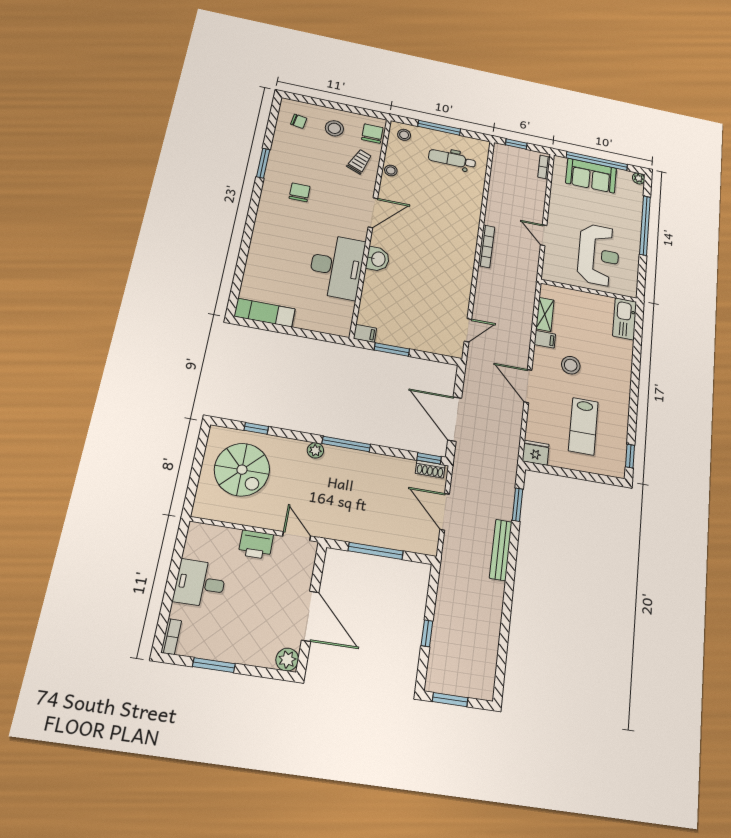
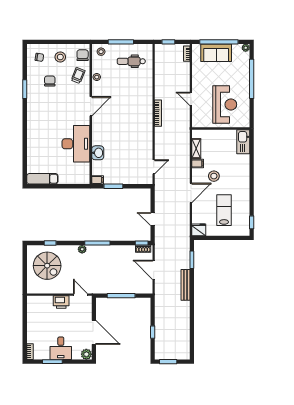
chair: (300, 192) -> (50, 81), moved
washbasin: (378, 259) -> (98, 153), moved
door: (528, 386) -> (191, 193), swing flipped
door: (455, 419) -> (153, 219), width x0.53
lab bench: (583, 426) -> (224, 210), turned 180
desk: (200, 583) -> (61, 348), moved, turned -90

